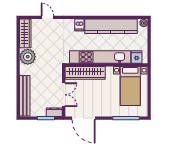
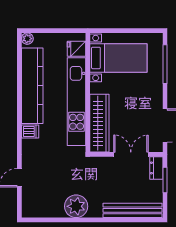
wardrobe: (25, 33) -> (43, 210), removed

